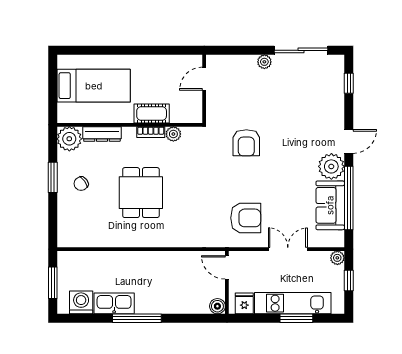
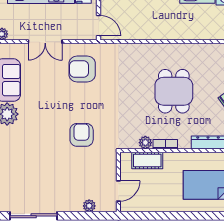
plant: (264, 62) -> (89, 206), moved
cot: (152, 113) -> (147, 160), moved

